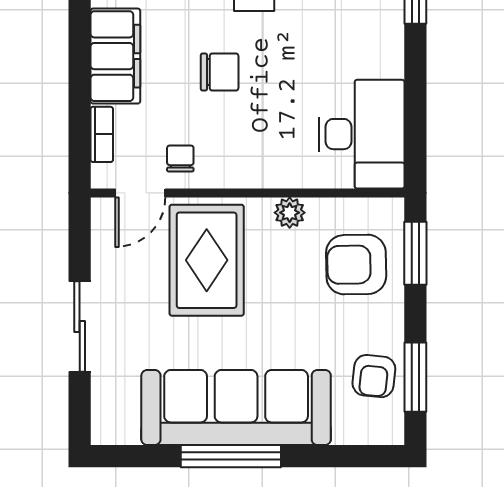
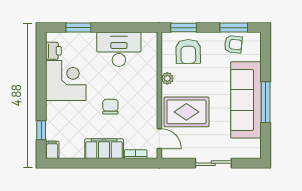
desk: (362, 134) -> (119, 49), moved
chair: (180, 158) -> (145, 122), removed

